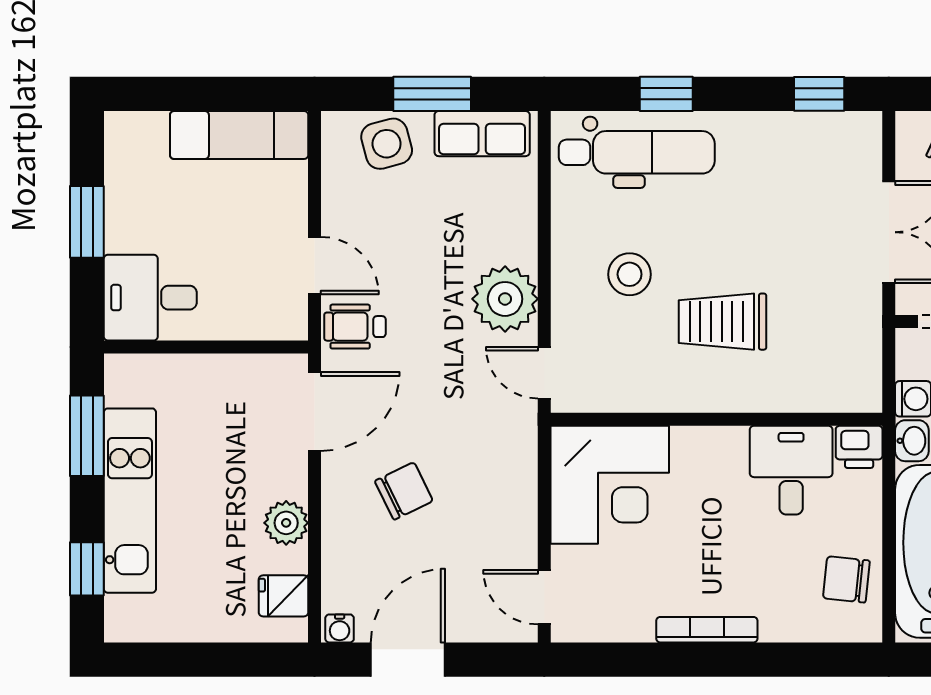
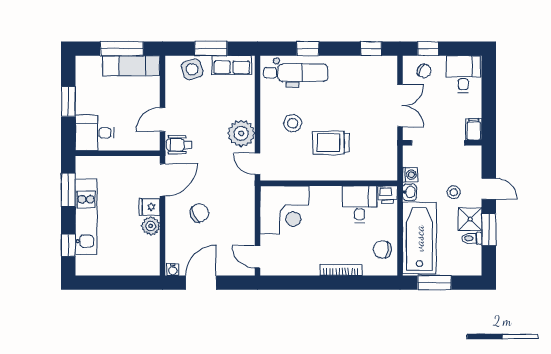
window: (216, 94) -> (122, 49), added
door: (314, 266) -> (162, 120), swing flipped
fridge: (283, 596) -> (150, 207), moved
bookcase: (707, 630) -> (341, 270), moved

